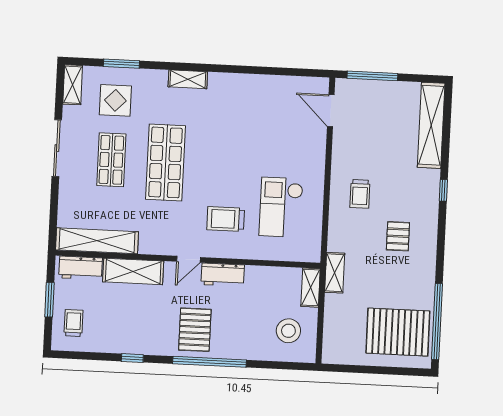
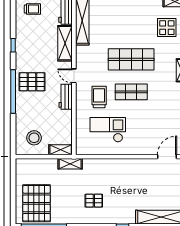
shop shelf: (111, 160) -> (131, 92), moved
trolley: (360, 194) -> (118, 177), removed

